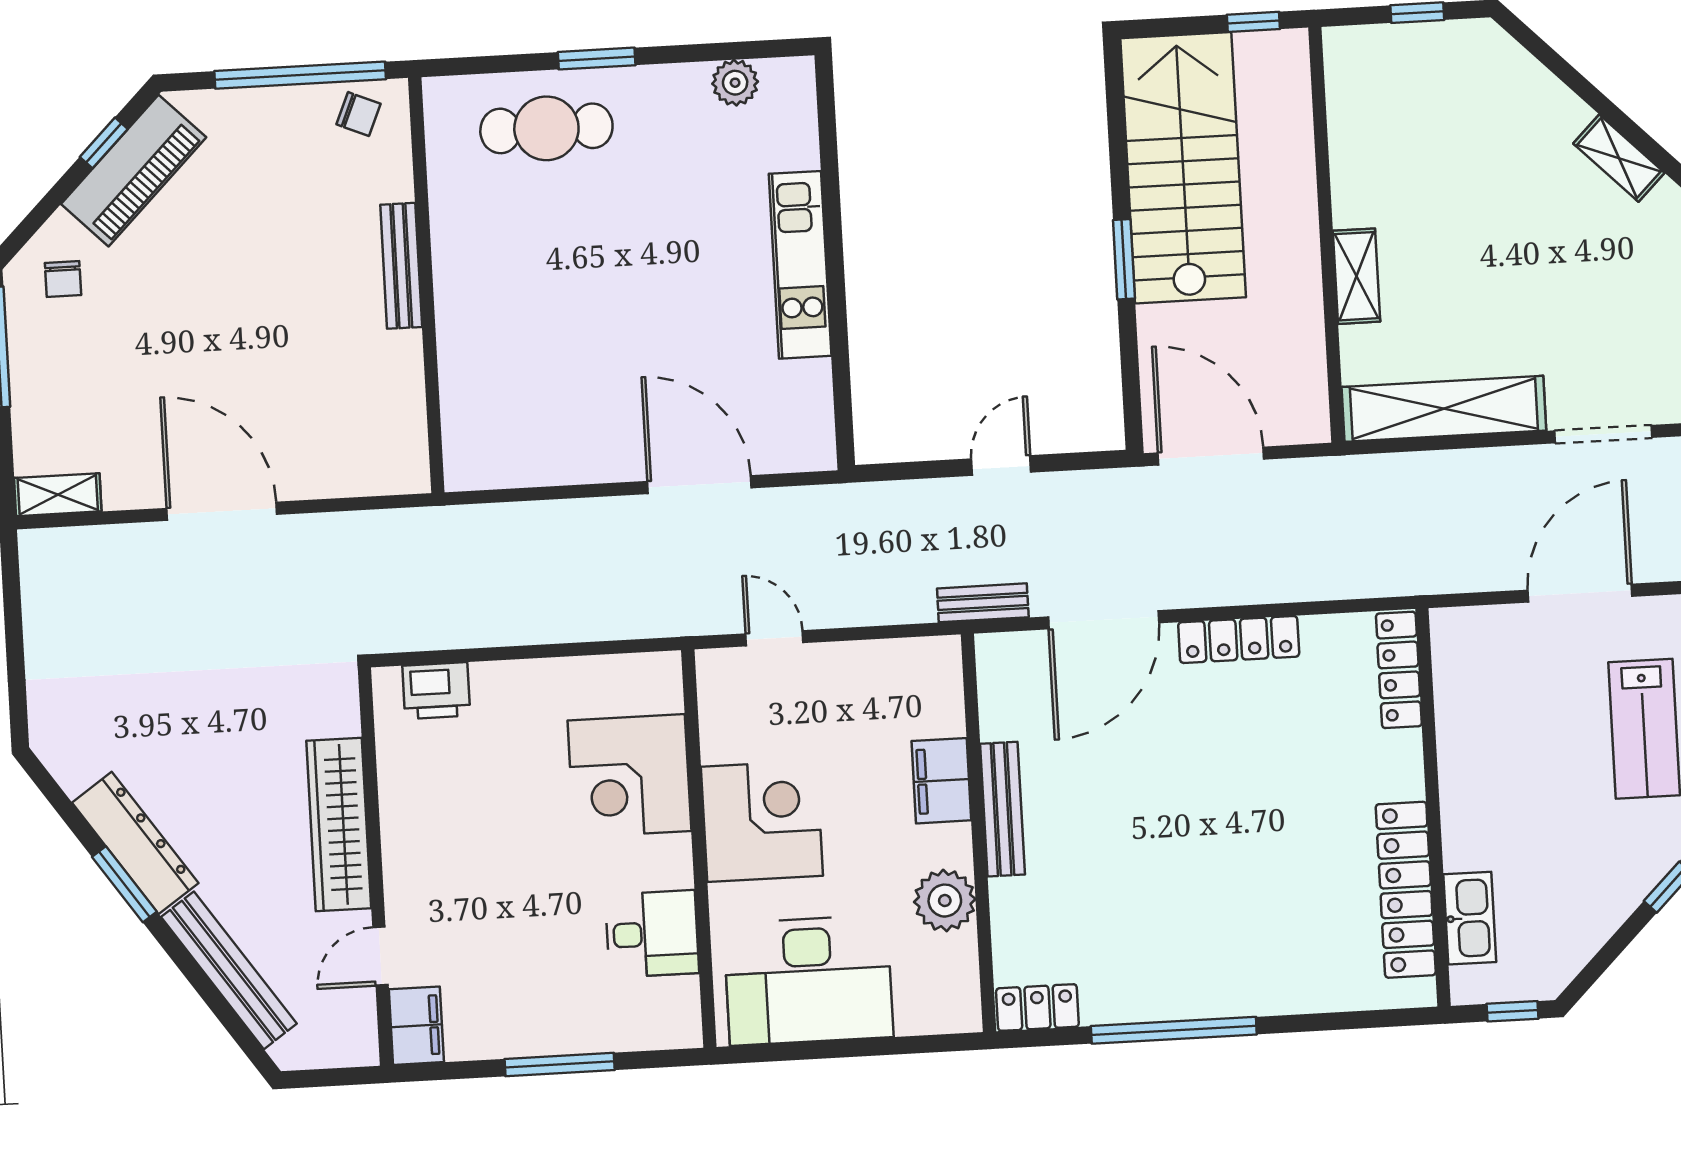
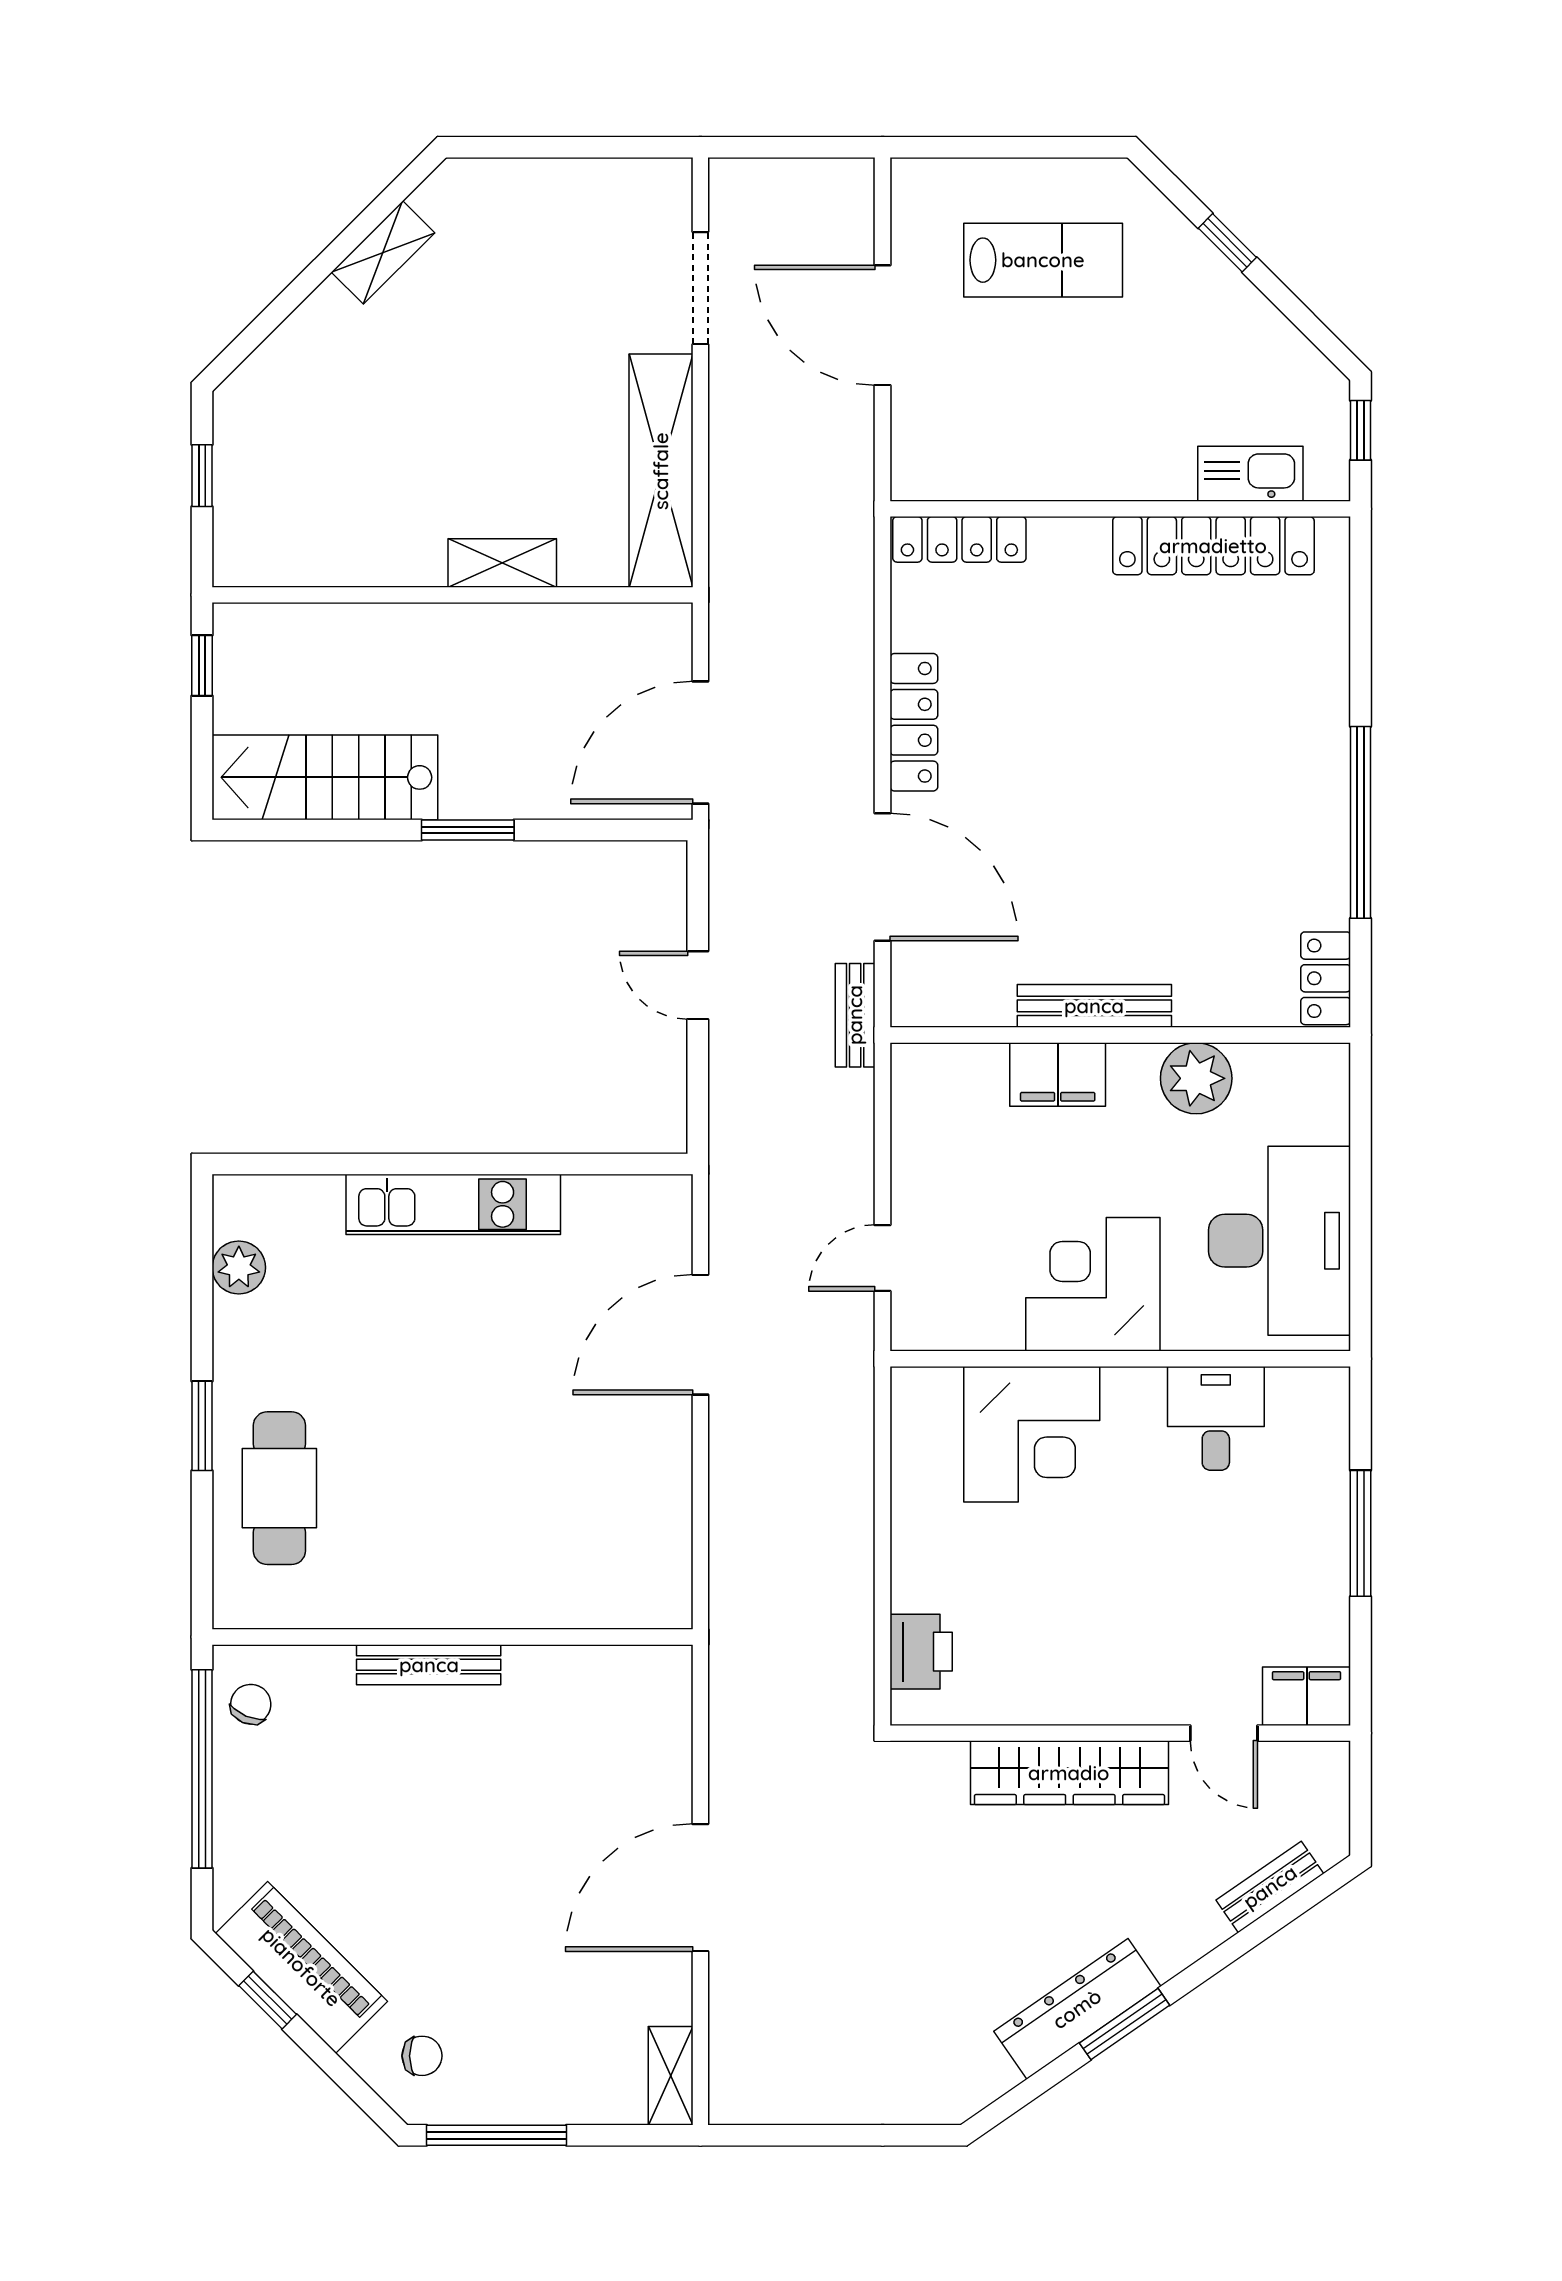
stairs: (1183, 168) -> (325, 777), width x0.73, depth x0.66
bench: (229, 970) -> (1270, 1887), width x0.54, depth x0.82

